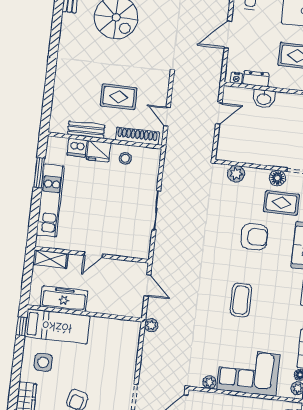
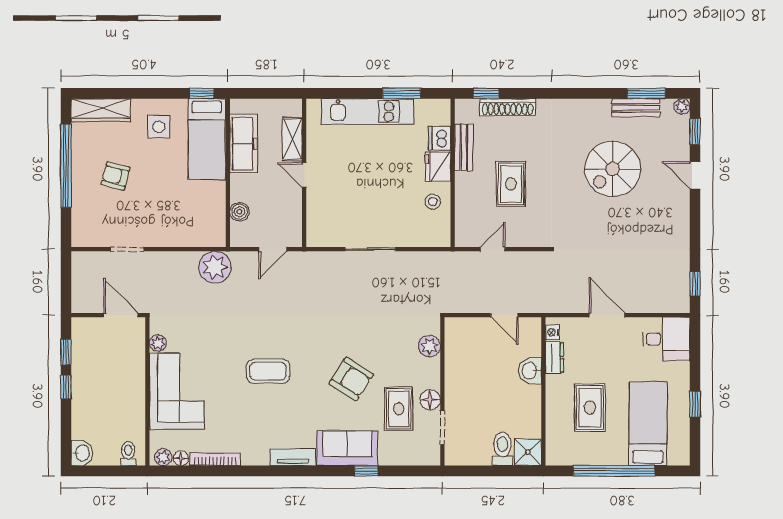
window: (47, 108) -> (486, 93), added
shoe rack: (137, 136) -> (508, 107), moved, turned 90
armchair: (254, 237) -> (351, 379), turned -57
shelving: (51, 259) -> (292, 139), moved
boiler: (116, 308) -> (239, 212), added
plant: (151, 325) -> (215, 267), width x1.88, depth x1.88

